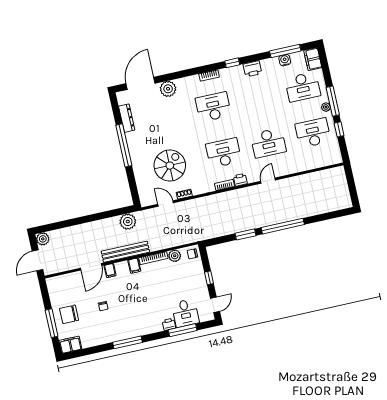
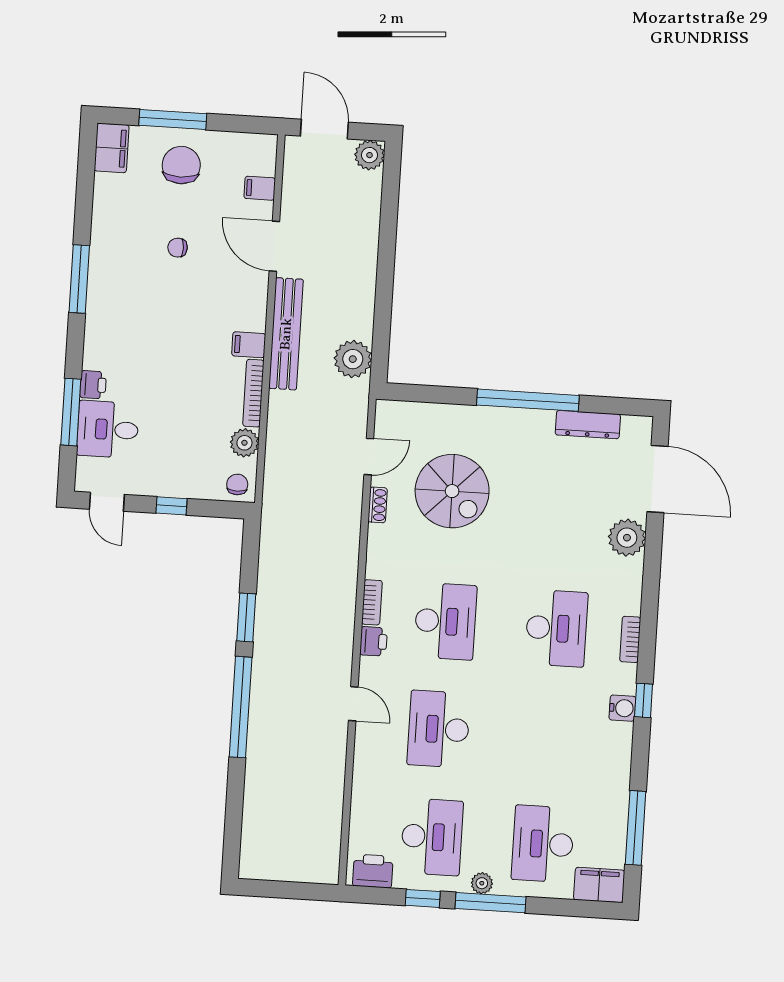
water cooler: (285, 60) -> (622, 708), moved
printer: (252, 69) -> (373, 871), moved, turned 90
filing cabinet: (110, 271) -> (260, 188), moved

